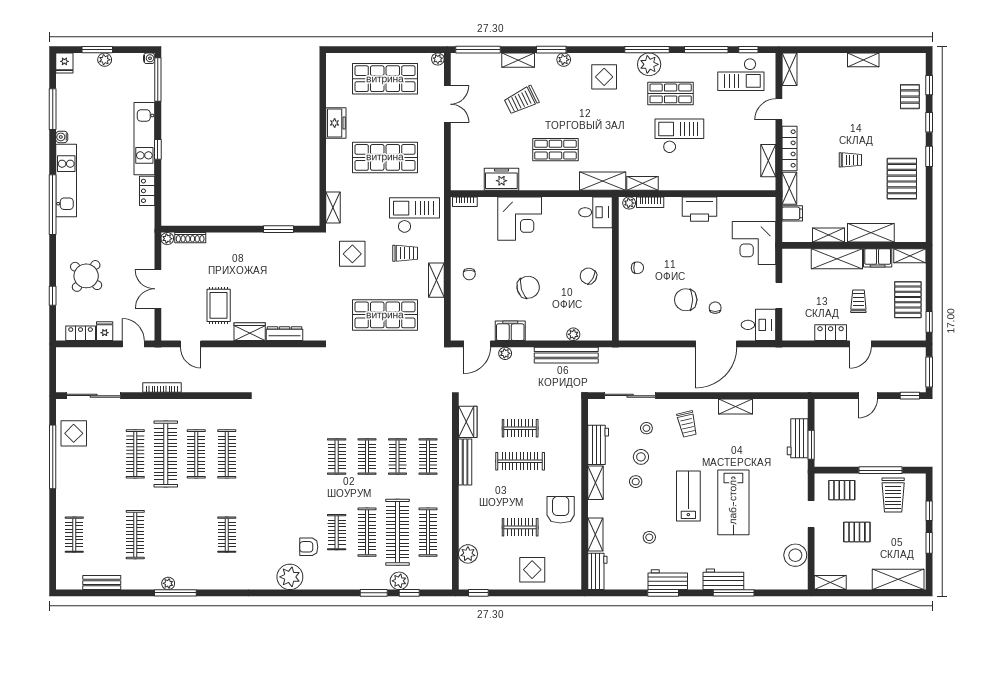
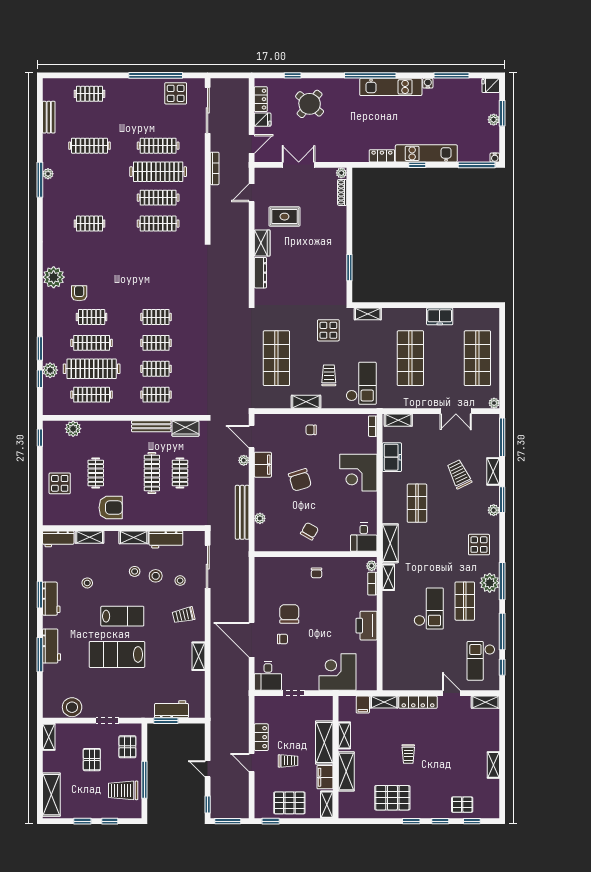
shelving: (768, 161) -> (398, 420), moved
trolley: (405, 253) -> (329, 375), turned 180

